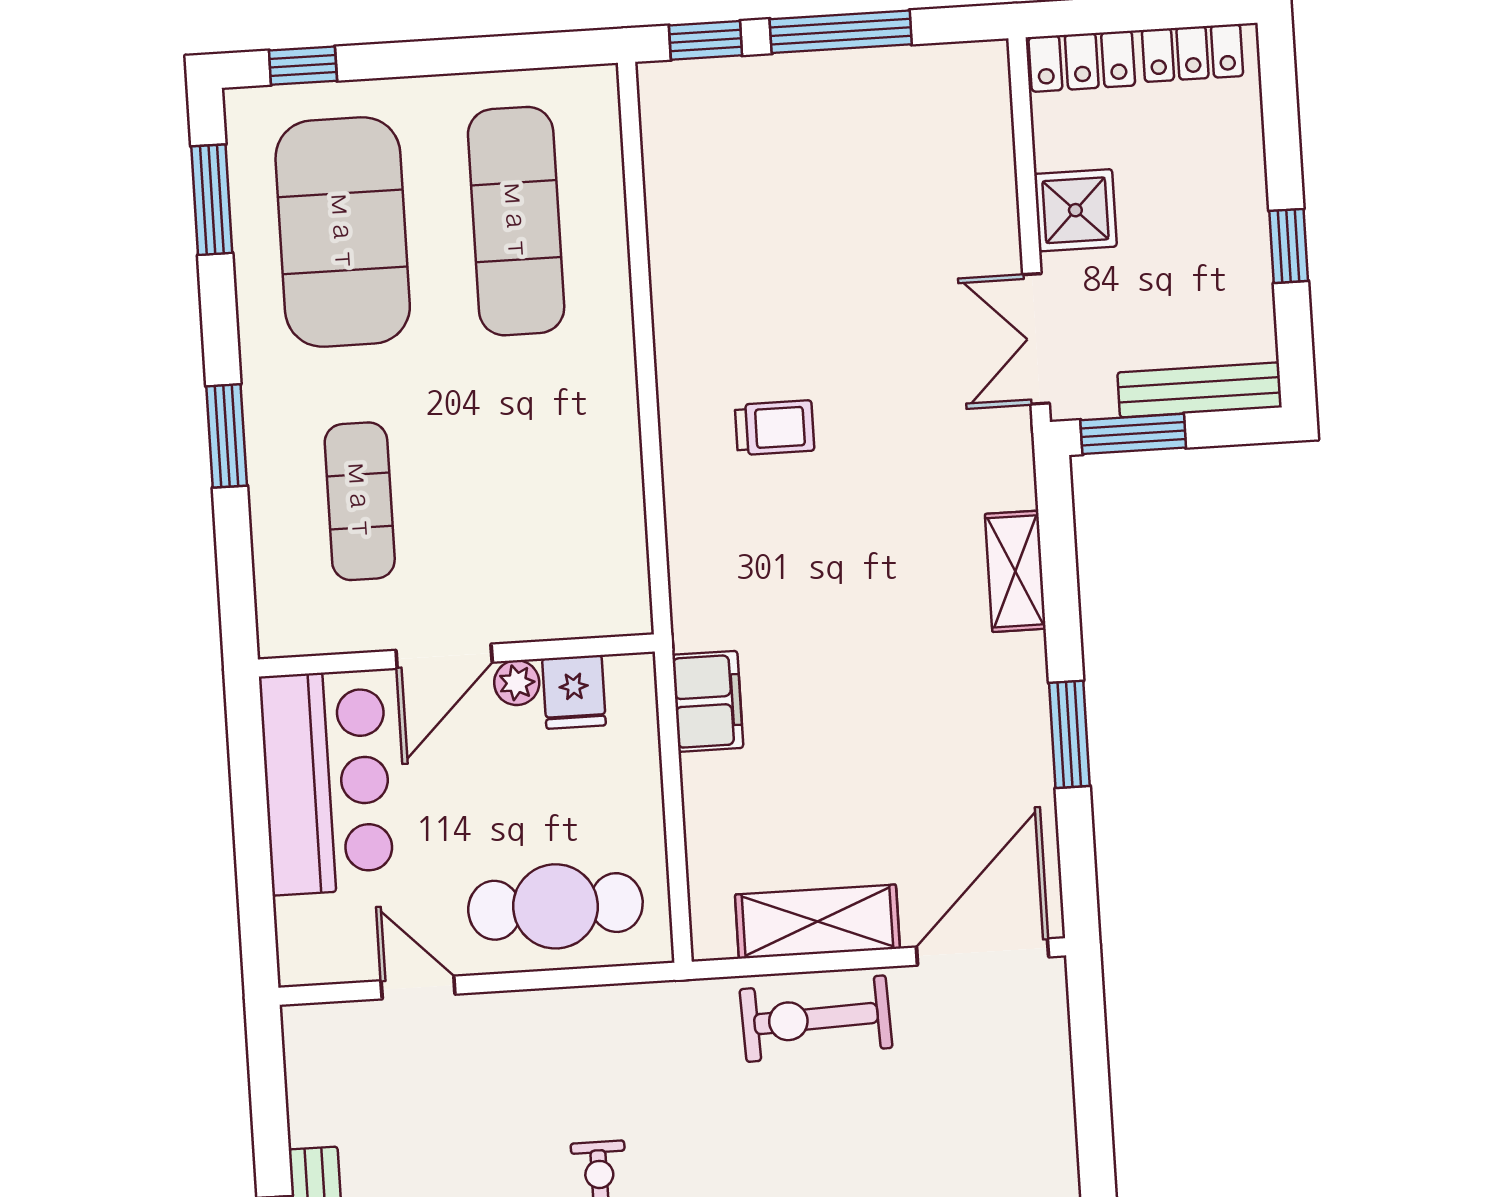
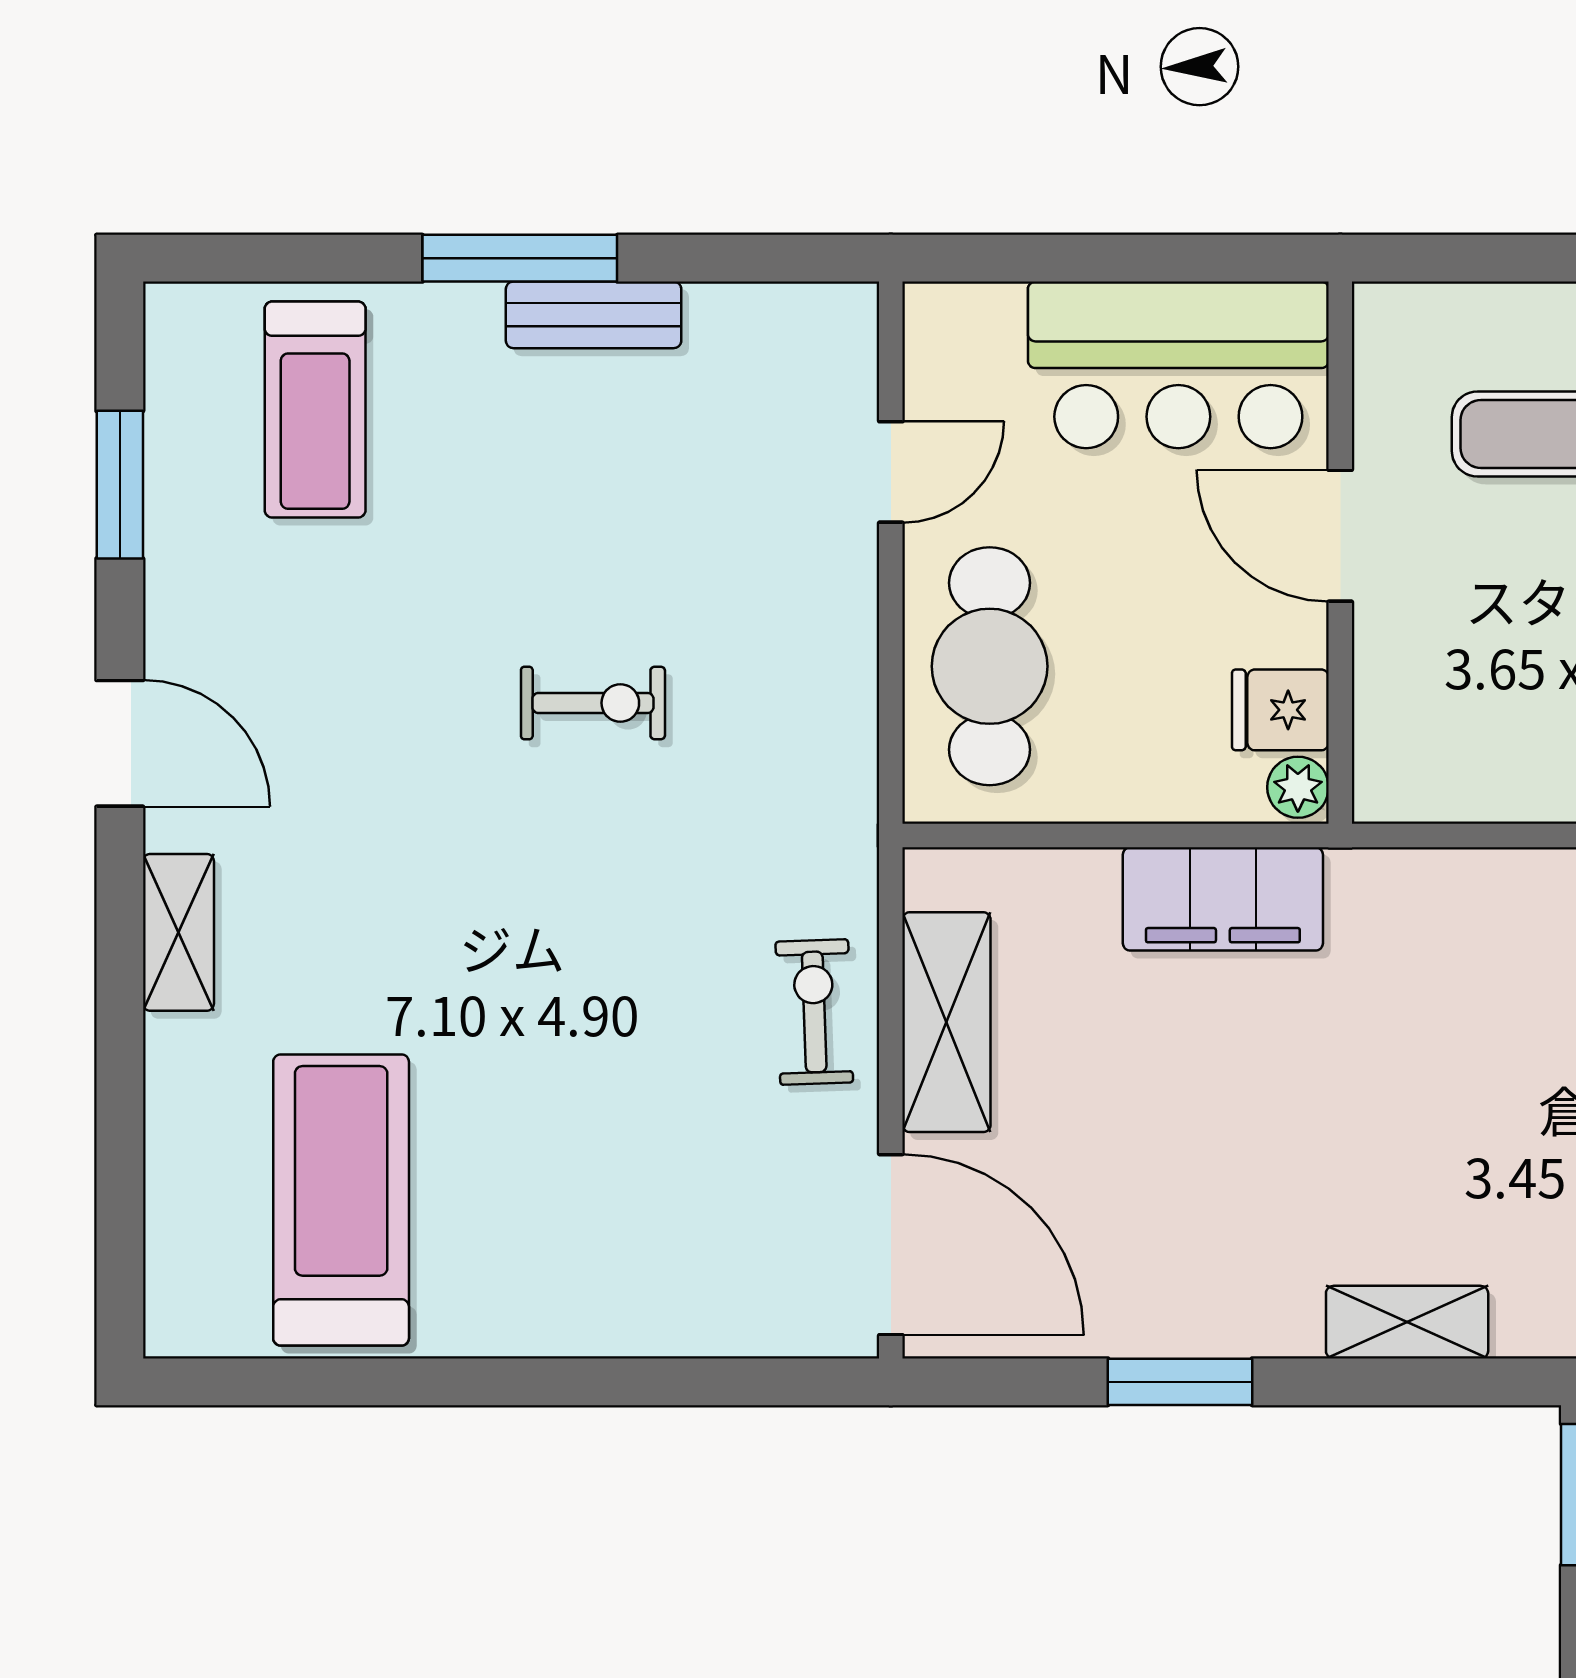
plant: (517, 683) -> (1298, 787), moved
filing cabinet: (708, 701) -> (1223, 899), width x1.50, depth x1.17
exercise bike: (816, 1019) -> (814, 1012), width x0.73, depth x0.72

